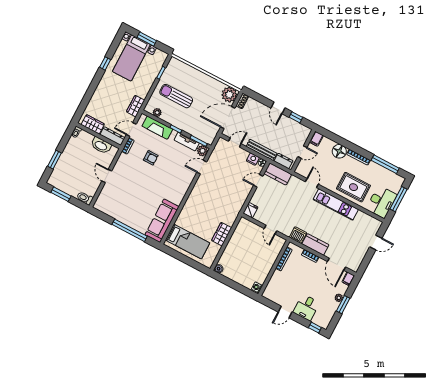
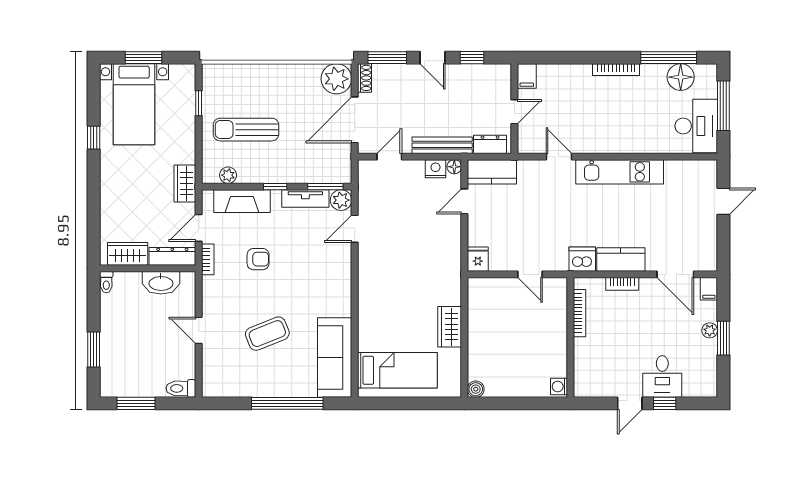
window: (257, 97) -> (387, 58), added
floor lamp: (339, 151) -> (681, 77), moved
rug: (353, 187) -> (635, 126), removed
coffee table: (137, 194) -> (267, 334), added
window: (315, 328) -> (665, 403), moved

